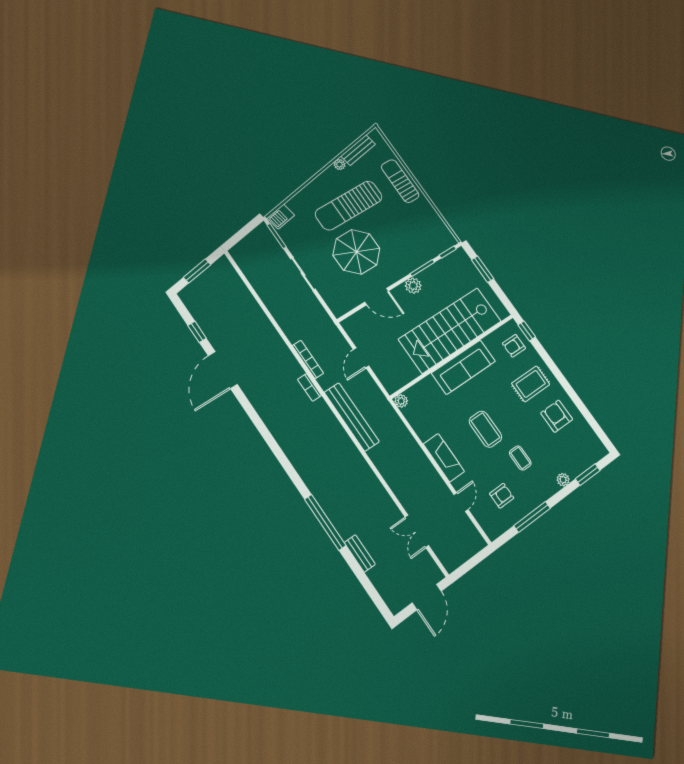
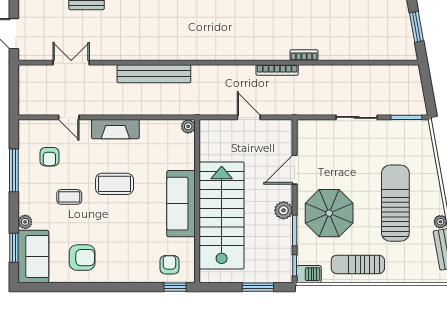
sun lounger: (400, 181) -> (358, 264), moved, turned 180
barbecue: (281, 217) -> (309, 274), moved, turned 100
parasol: (356, 252) -> (329, 213), moved
rug: (531, 384) -> (126, 255), removed
bookcase: (310, 387) -> (304, 55), moved
bench: (352, 417) -> (154, 74), moved
sofa: (583, 455) -> (33, 256), added

